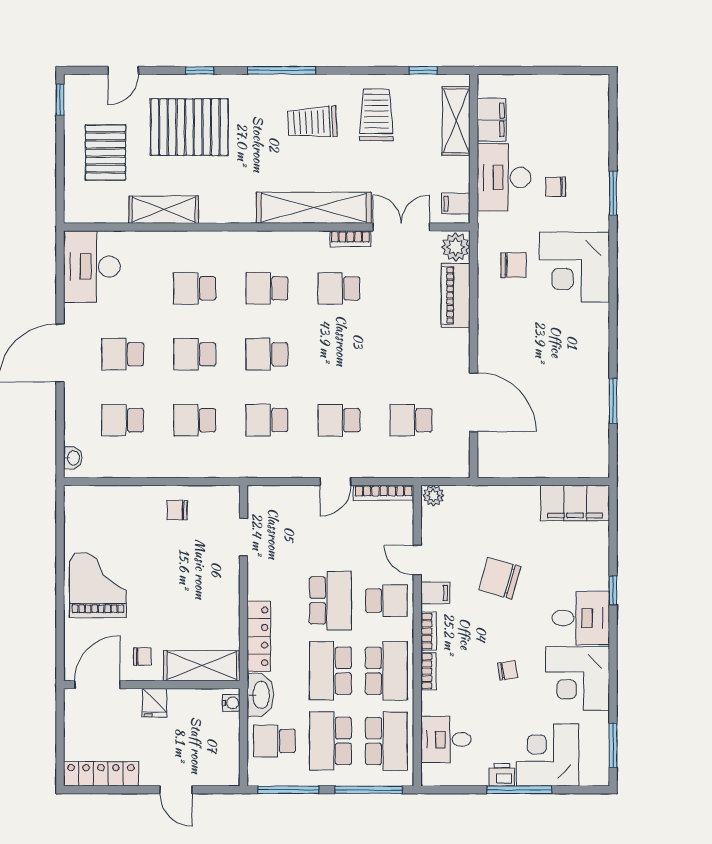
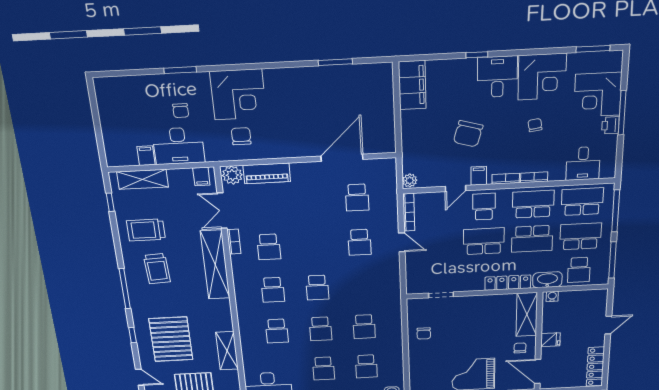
filing cabinet: (492, 120) -> (146, 156), width x0.50
school desk: (267, 420) -> (362, 285), removed
school desk: (330, 741) -> (581, 236), turned 180

